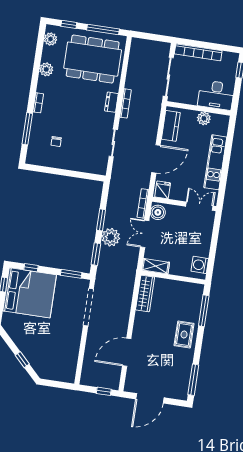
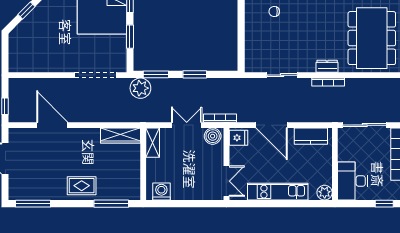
plant: (204, 118) -> (325, 193), moved
plant: (111, 237) -> (140, 88), moved
window: (71, 274) -> (130, 37), moved

